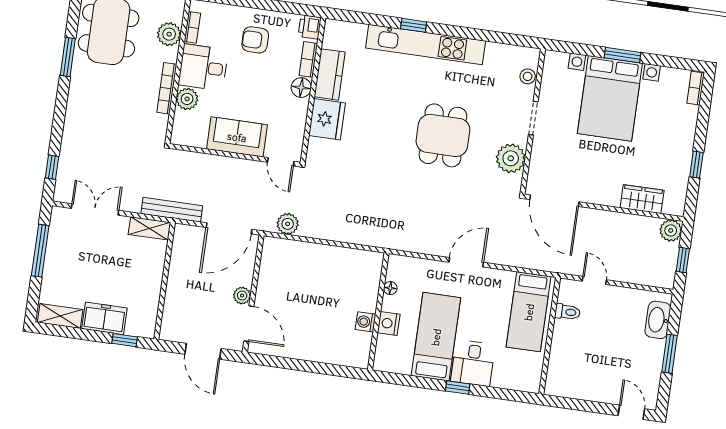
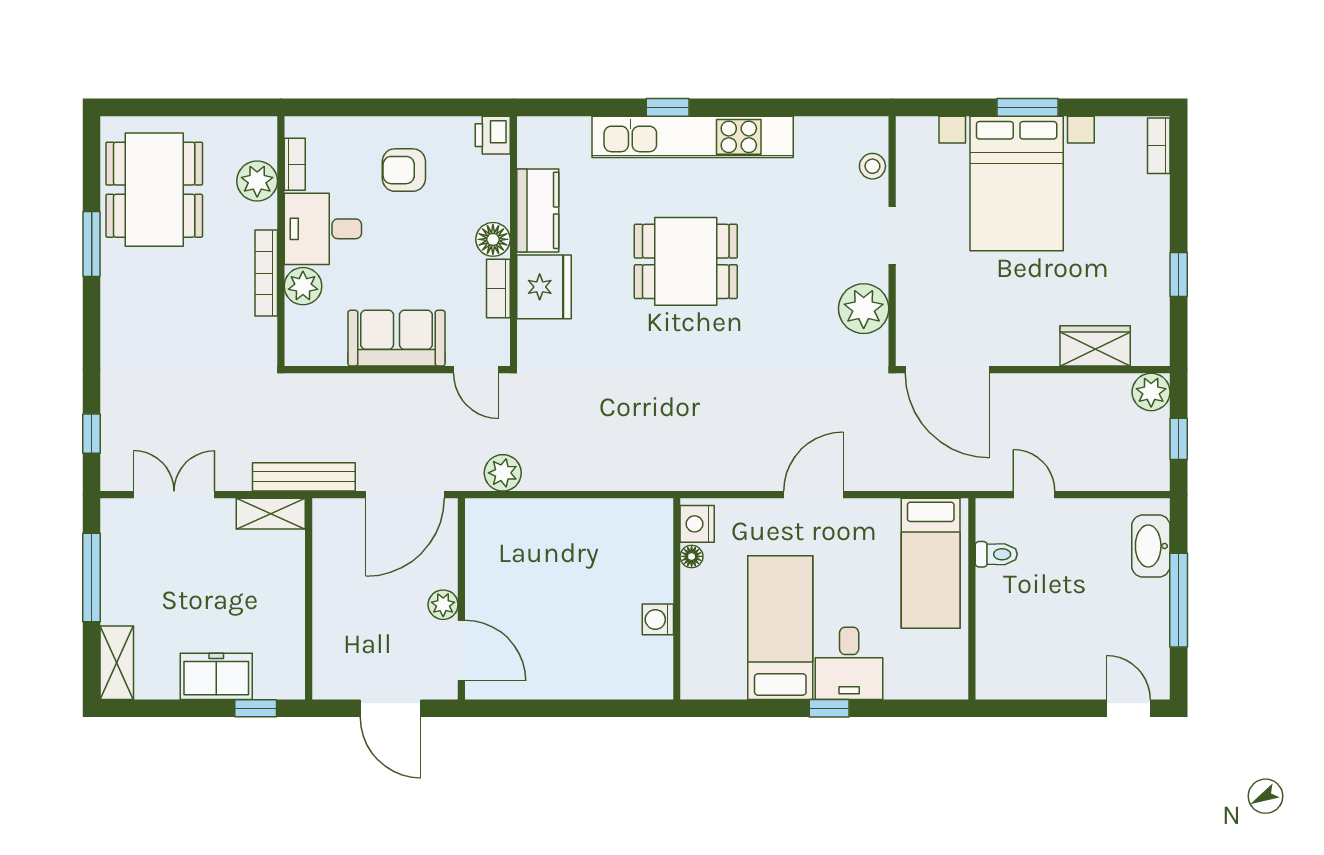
bookcase: (308, 59) -> (498, 289), moved
dining table: (443, 135) -> (686, 261), moved, turned 90
shelving: (60, 316) -> (117, 663), moved, turned 90
nightstand: (389, 323) -> (697, 524), moved
window: (670, 354) -> (1179, 600), width x1.44

